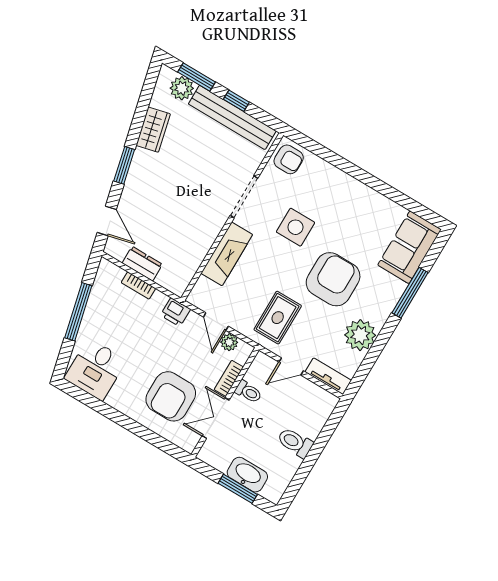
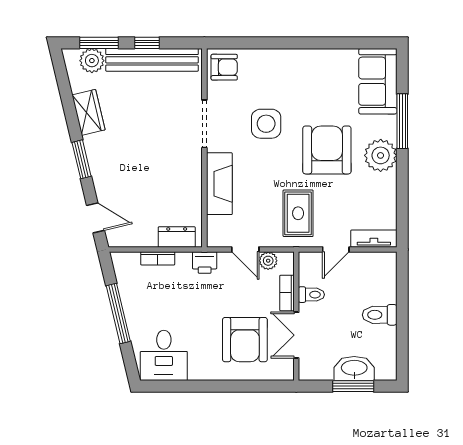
dresser: (142, 264) -> (177, 237), moved
plant: (360, 335) -> (381, 155), moved

